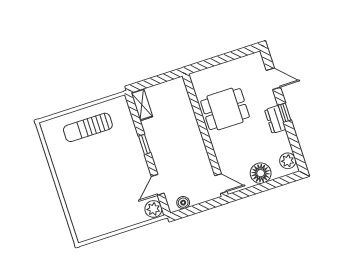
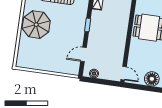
parasol: (78, 176) -> (36, 25), added
plant: (153, 209) -> (73, 68), removed

